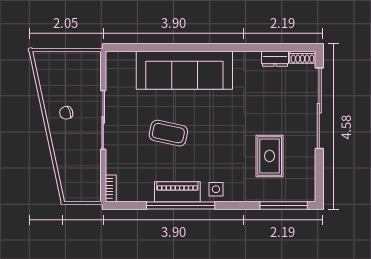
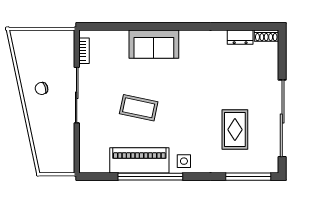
sofa: (184, 70) -> (154, 44), width x0.54, depth x0.79
sliding door: (319, 108) -> (282, 118), moved
bookcase: (111, 188) -> (84, 51), moved
piano: (177, 192) -> (139, 160), width x1.37, depth x1.33

